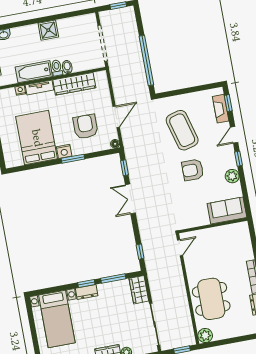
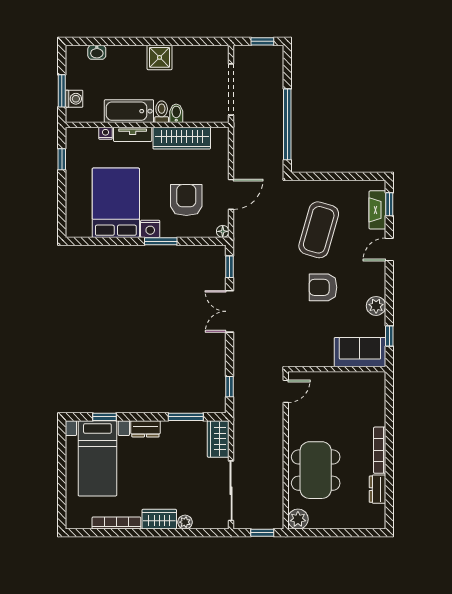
coffee table: (182, 130) -> (319, 230), turned 31
window: (239, 159) -> (389, 336), moved
window: (86, 283) -> (104, 417), moved

